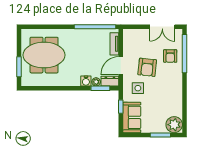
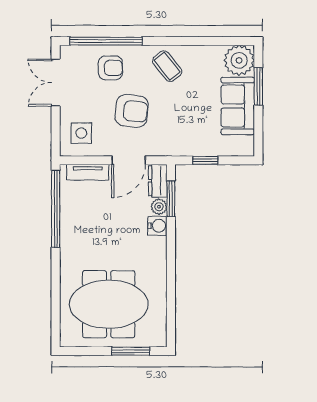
double door: (162, 27) -> (56, 83), swing flipped
meeting table: (44, 55) -> (109, 304), turned 90
door: (121, 66) -> (129, 160), hinge flipped
coffee table: (171, 86) -> (167, 66), added
side table: (138, 88) -> (81, 133), moved
sofa: (132, 117) -> (238, 106), moved, turned -90

